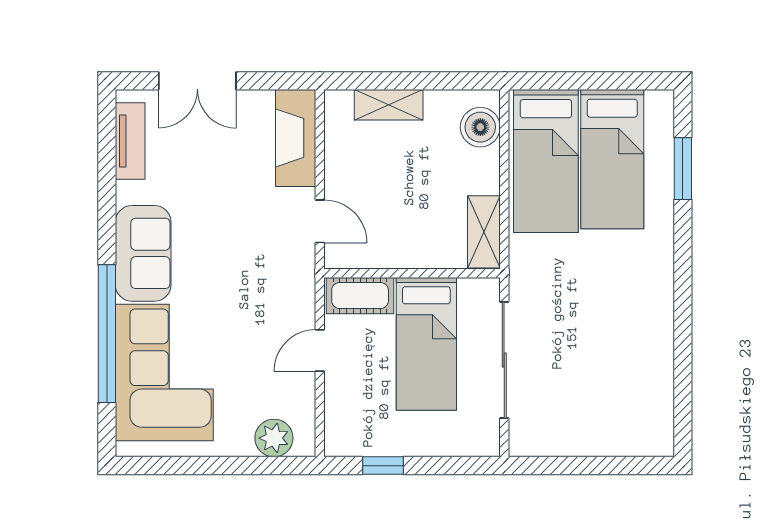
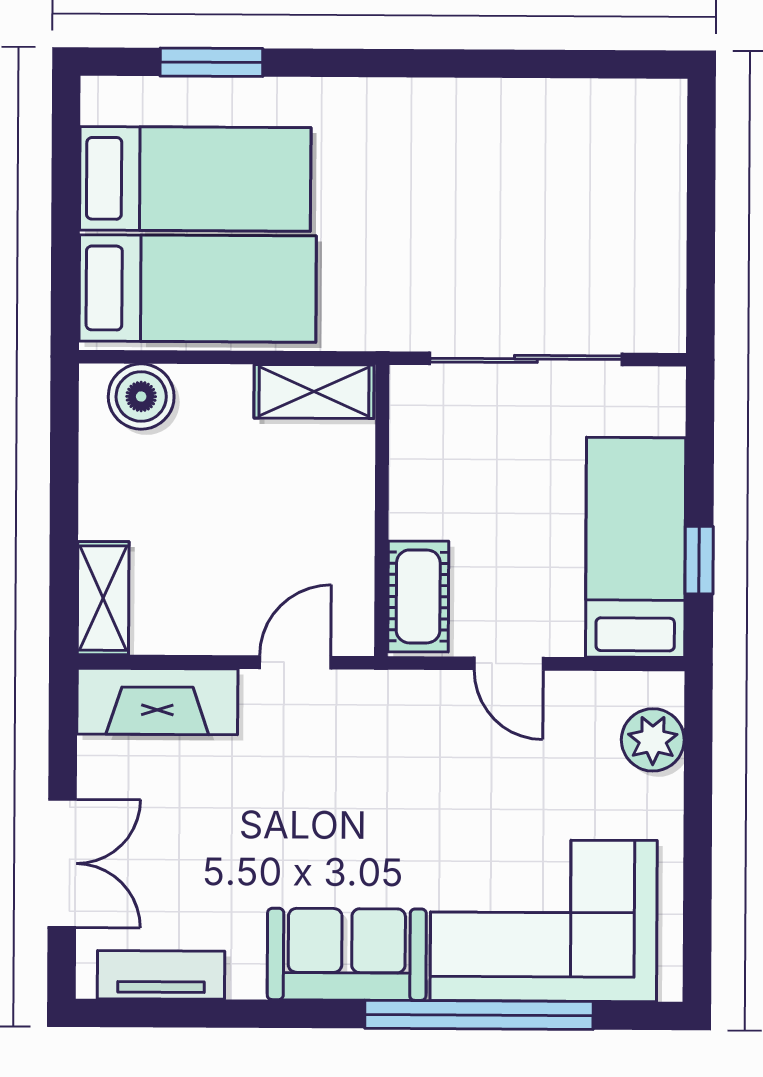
shelving: (389, 105) -> (103, 598), moved
bed: (426, 344) -> (636, 547), moved, turned -90

